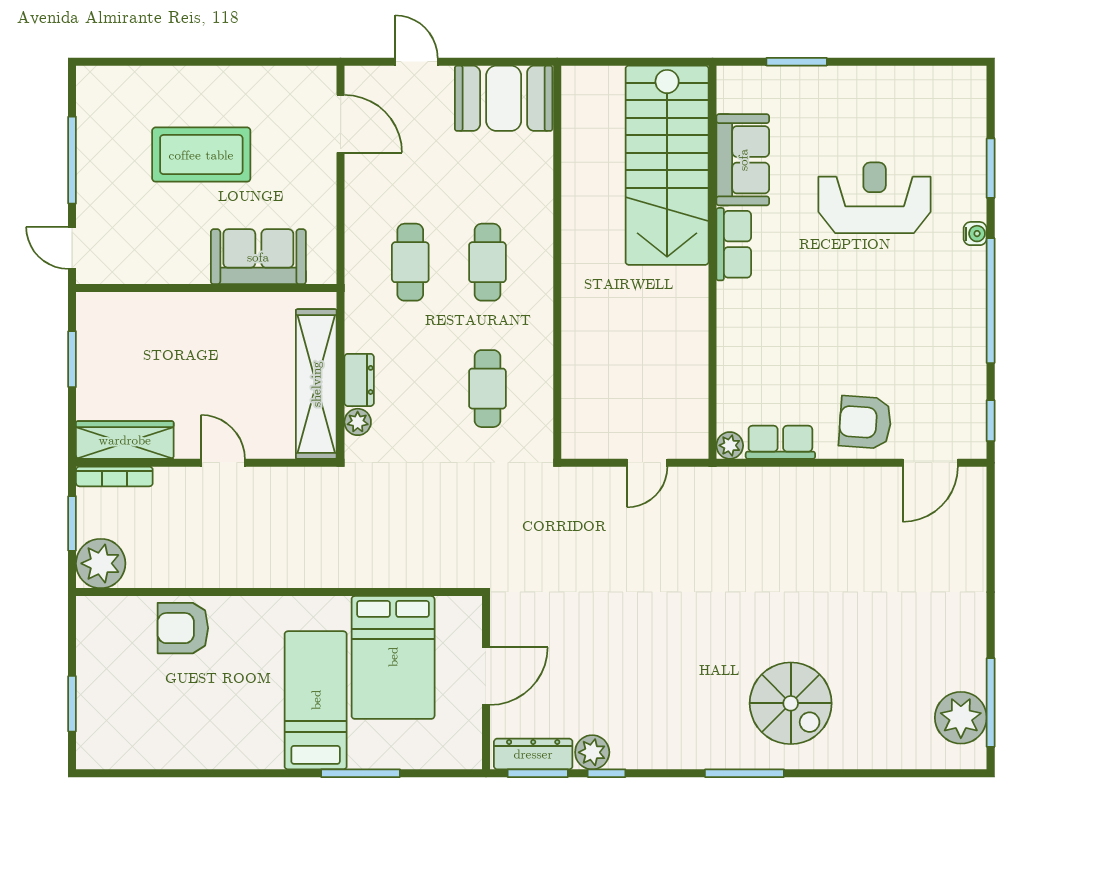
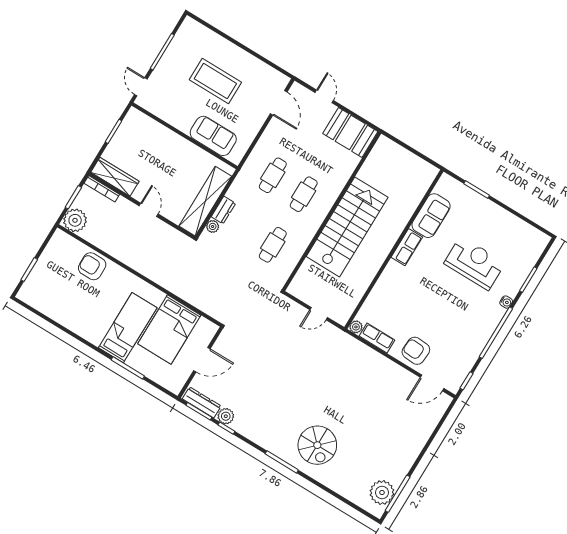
stairs: (667, 165) -> (347, 227), moved, turned 180

